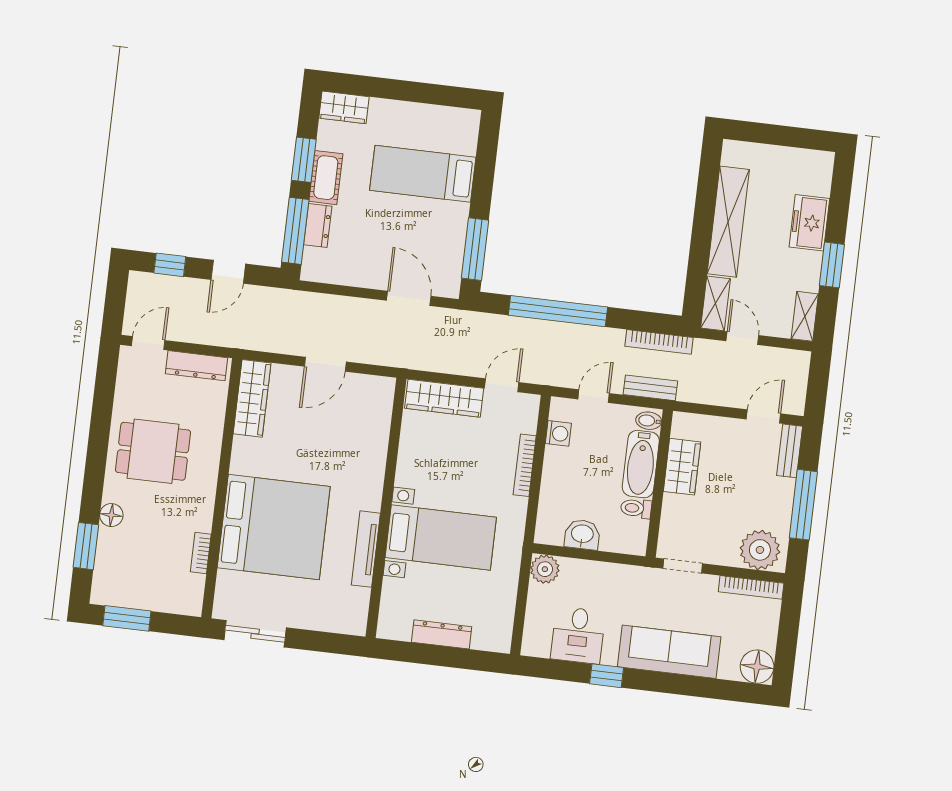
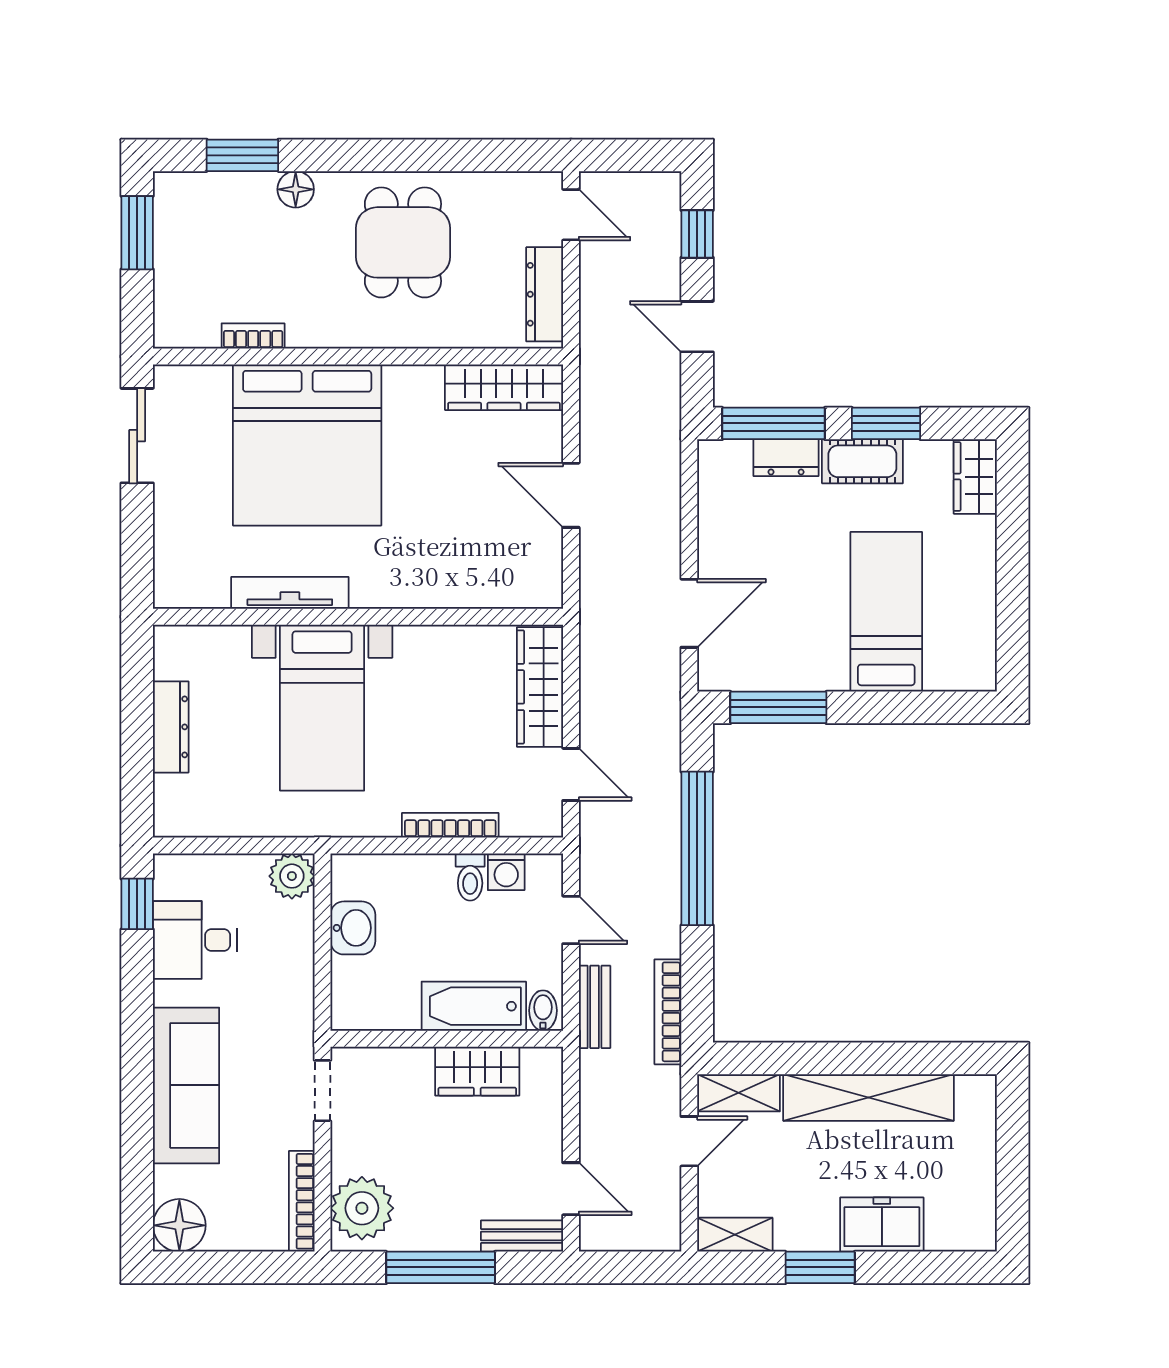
toilet: (636, 508) -> (470, 877), moved, turned 180
window: (607, 676) -> (137, 904), moved

